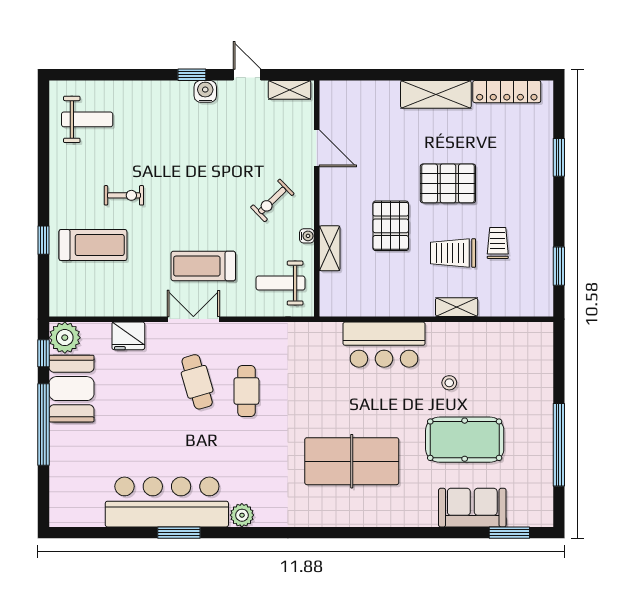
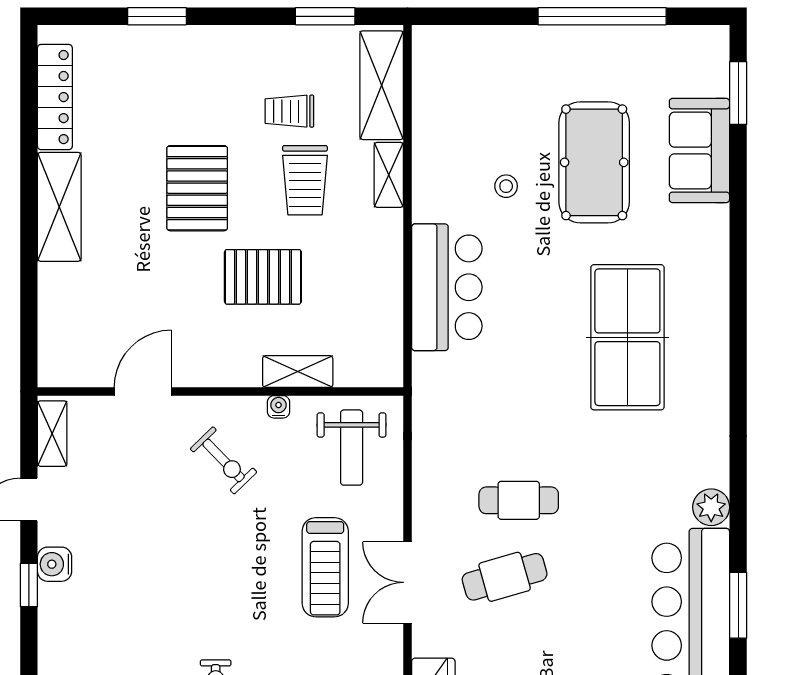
shelving: (514, 302) -> (382, 85), added

